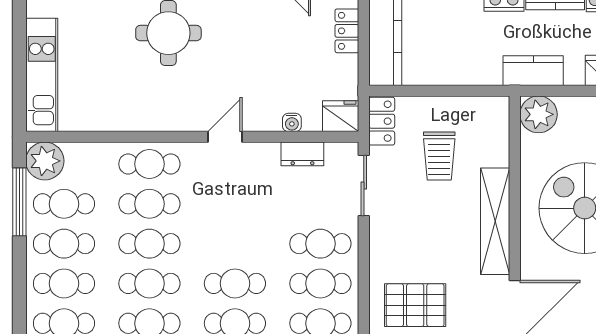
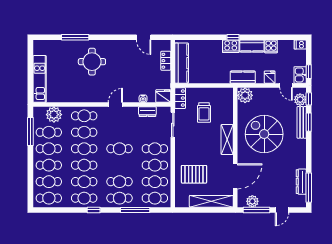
plant: (45, 161) -> (54, 115), moved
shelving: (495, 221) -> (227, 139), width x0.68
cafe table: (235, 283) -> (120, 149), moved

